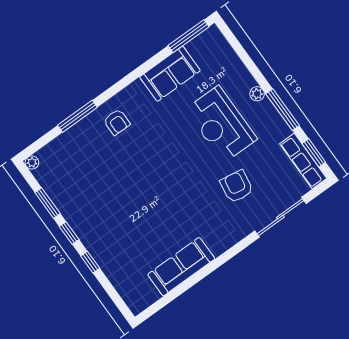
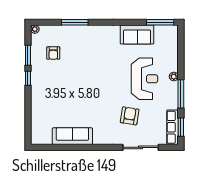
armchair: (117, 122) -> (53, 53), moved
reception desk: (221, 124) -> (144, 79), turned 180
window: (90, 262) -> (28, 101), removed

